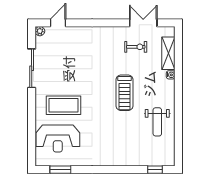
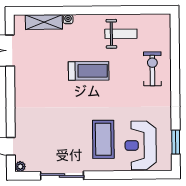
exercise bike: (136, 47) -> (152, 69), moved, width x1.38, depth x1.39
reception desk: (58, 138) -> (141, 145), turned 180
window: (155, 170) -> (175, 36), removed

